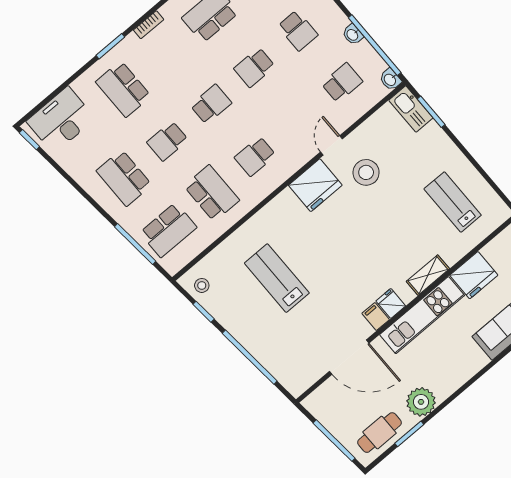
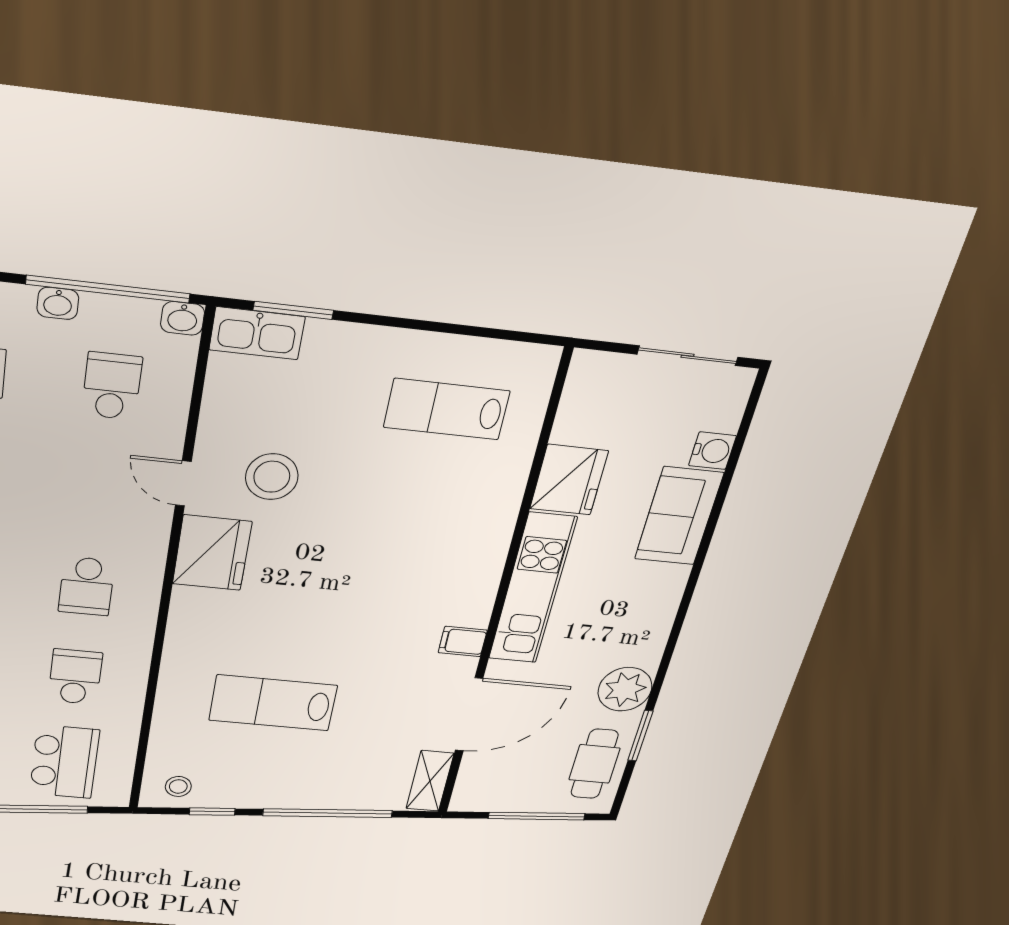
school desk: (212, 193) -> (75, 677), width x0.54
shelving: (428, 275) -> (430, 781), moved
fridge: (391, 303) -> (471, 610), removed

